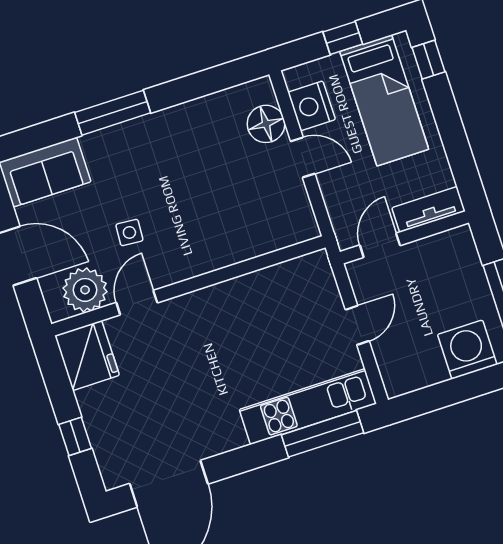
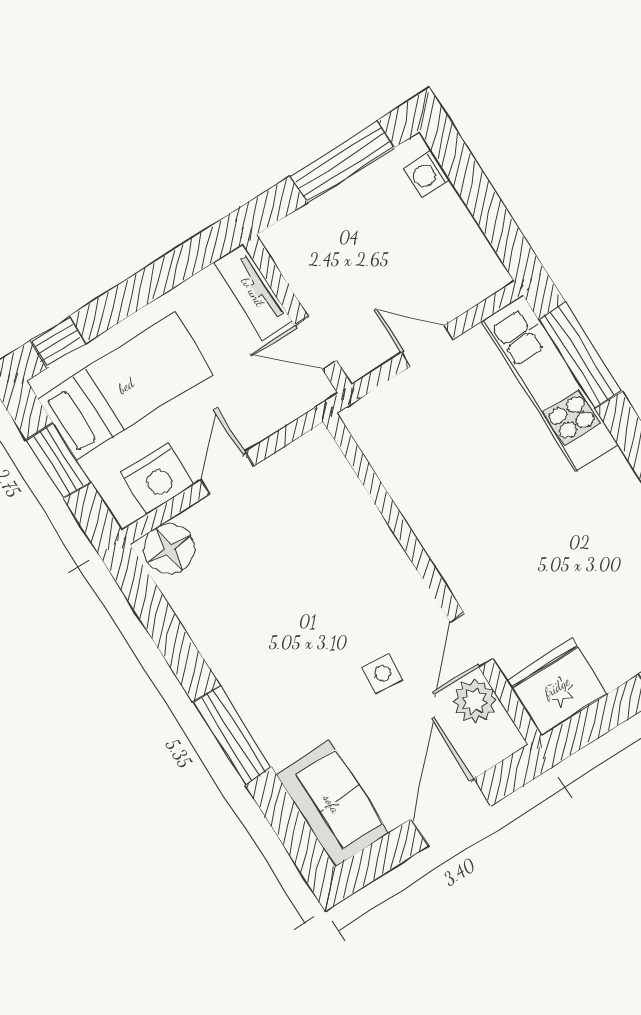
window: (343, 38) -> (58, 461), width x1.50
floor lamp: (266, 124) -> (169, 549), moved
plant: (85, 290) -> (475, 701), width x0.73, depth x0.73
door: (137, 303) -> (471, 640), hinge flipped
washing machine: (467, 350) -> (427, 174), width x0.53, depth x0.53

